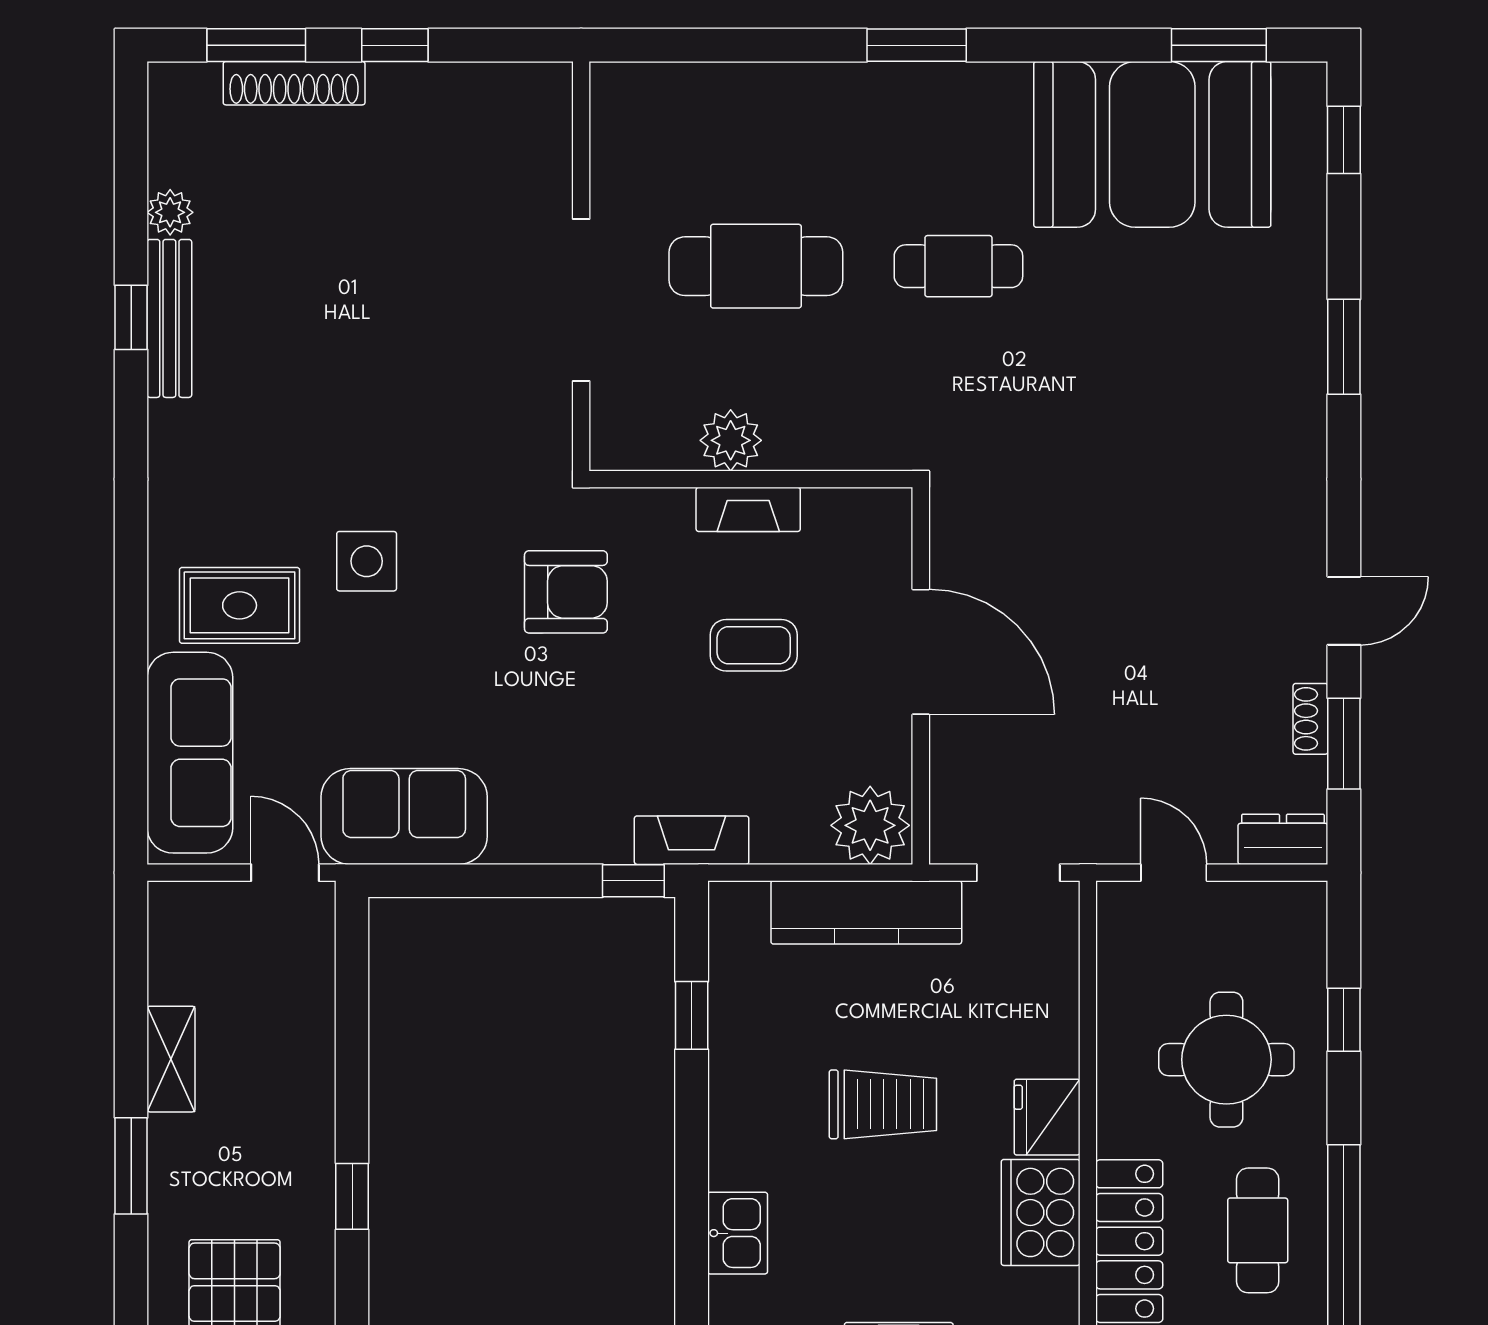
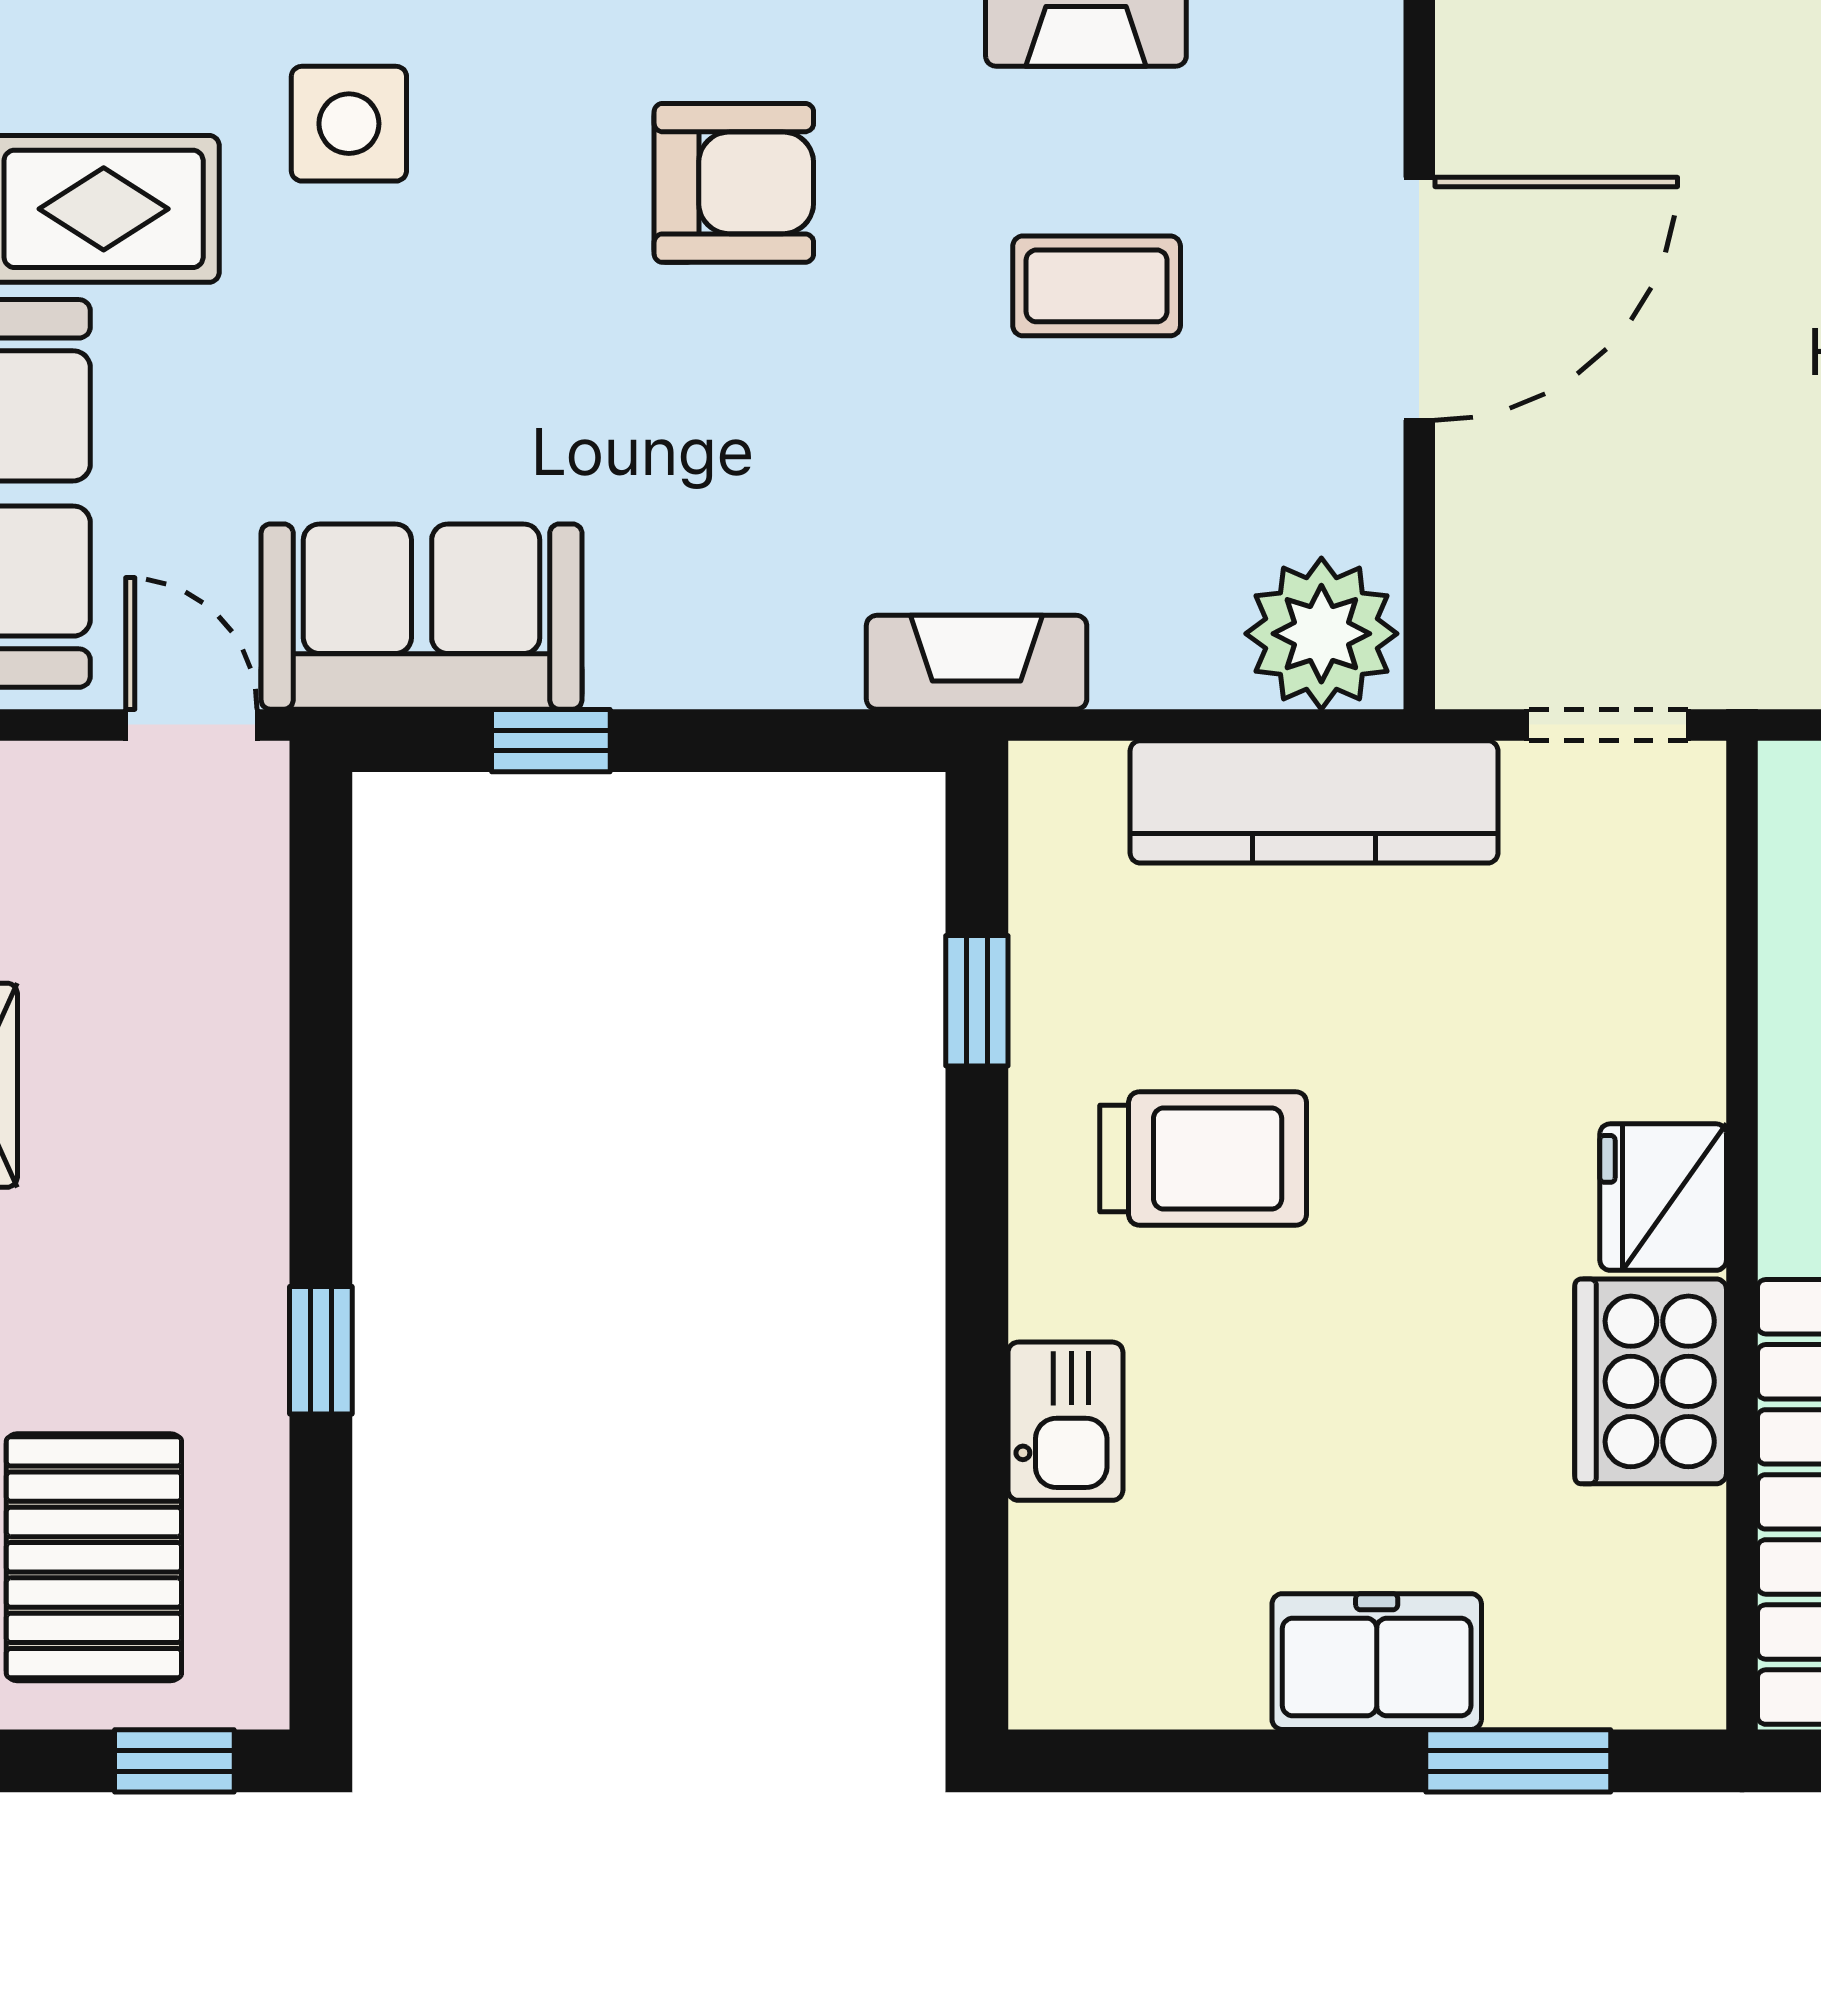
door: (921, 652) -> (1419, 299), hinge flipped
window: (633, 881) -> (551, 741), moved
trolley: (883, 1104) -> (1203, 1158), moved

